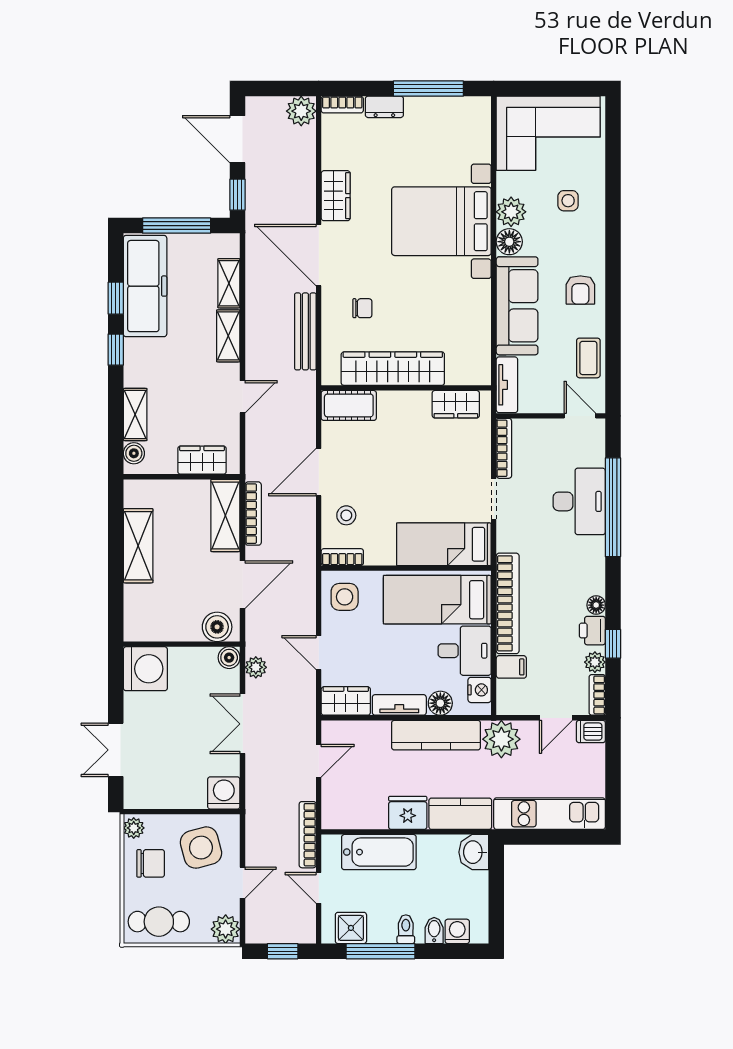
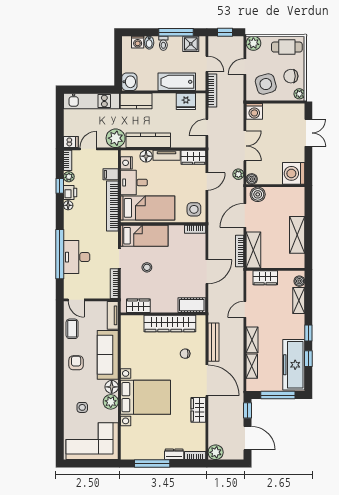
stool: (346, 515) -> (147, 267), moved
door: (319, 653) -> (207, 182), hinge flipped
fridge: (408, 813) -> (186, 101), moved

